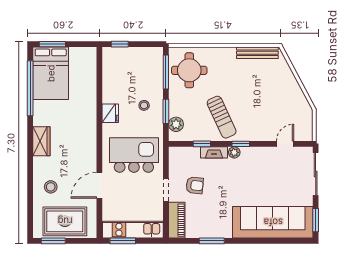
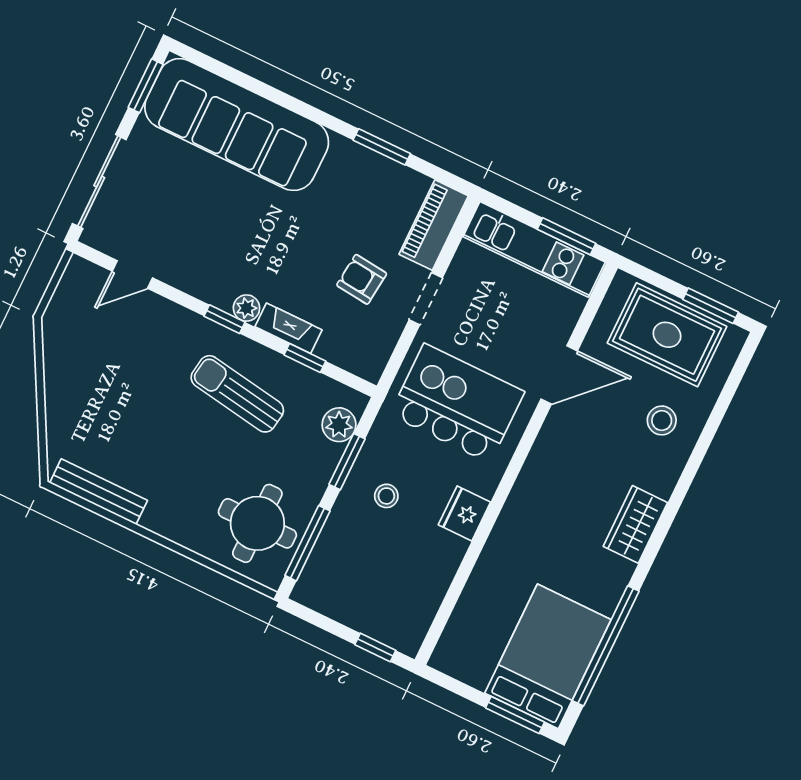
sun lounger: (222, 117) -> (237, 394), turned -56
kitchen island: (134, 155) -> (457, 403), turned 180

